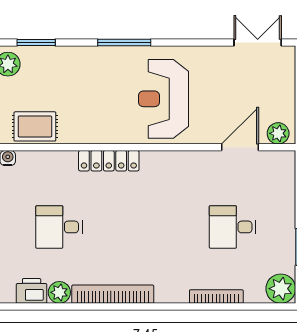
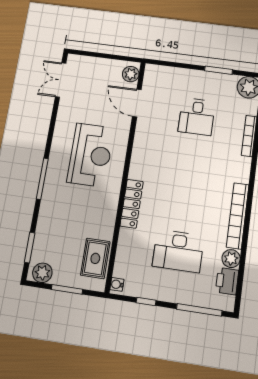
reception desk: (163, 99) -> (91, 155), turned -90
desk: (59, 227) -> (178, 251), width x1.37

